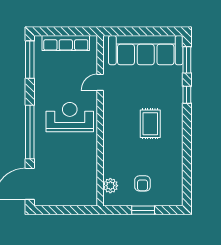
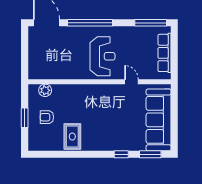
rug: (150, 124) -> (72, 137), moved, turned 90

